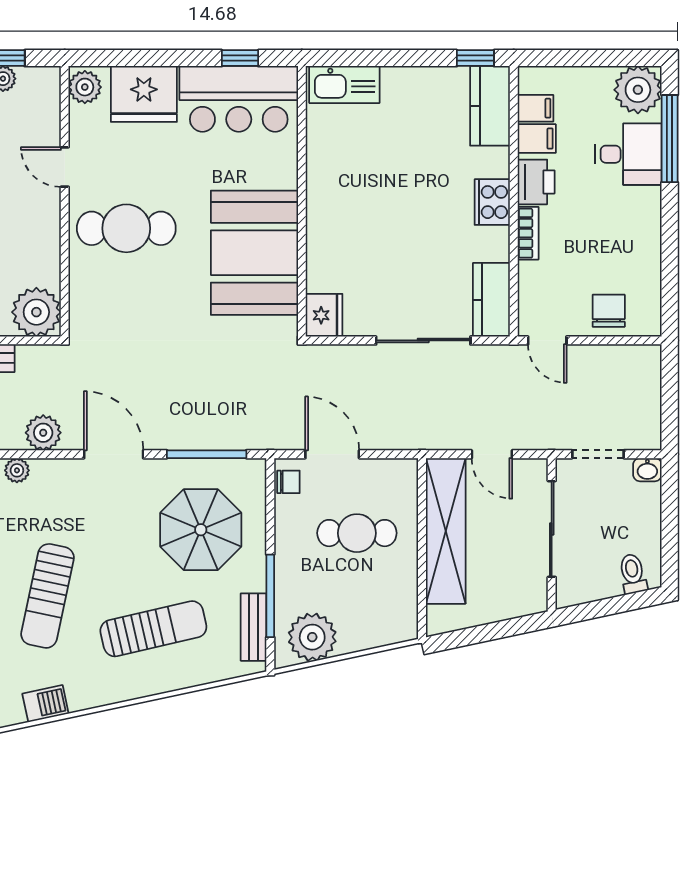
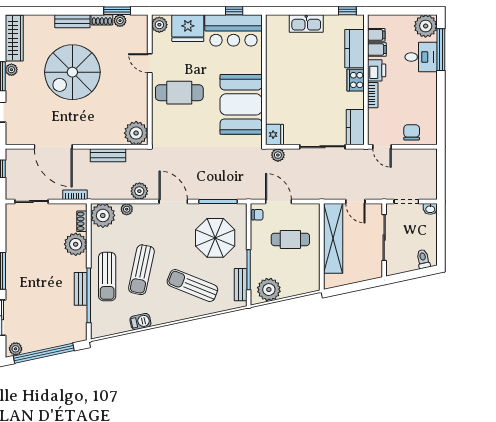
kitchen sink: (344, 84) -> (306, 23), moved
kitchen counter: (490, 106) -> (354, 49), moved
plant: (331, 358) -> (278, 155), added
sun lounger: (153, 629) -> (192, 285), turned -145

